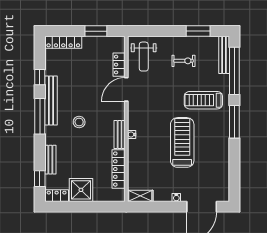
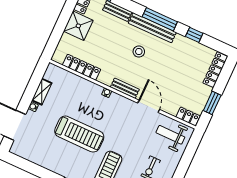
locker: (119, 65) -> (188, 117), moved
bench: (51, 100) -> (152, 28), moved
bench: (120, 134) -> (125, 88), moved
shelving: (140, 196) -> (42, 92), moved

